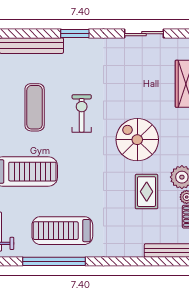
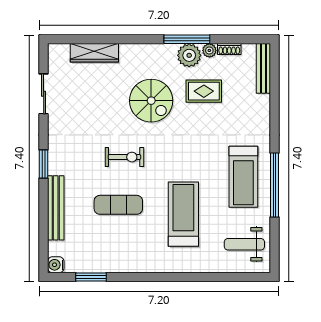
exercise bike: (82, 113) -> (125, 157), turned 180
spiral stairs: (137, 140) -> (151, 101), turned -90

